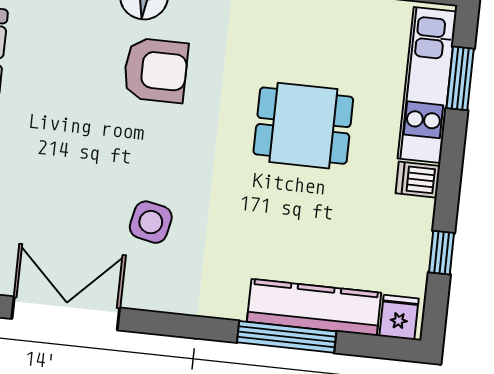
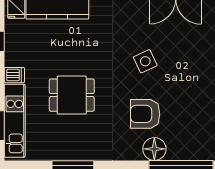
side table: (151, 222) -> (145, 61), moved, turned -37

